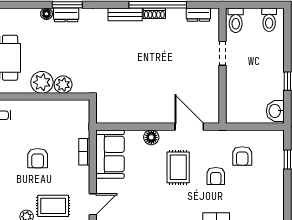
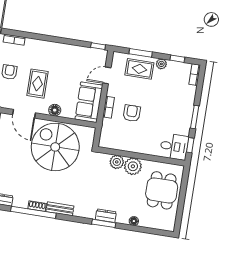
floor lamp: (47, 14) -> (134, 221), moved
spiral stairs: (143, 91) -> (55, 147), added
armchair: (38, 158) -> (132, 113), moved
door: (93, 204) -> (107, 75), moved

